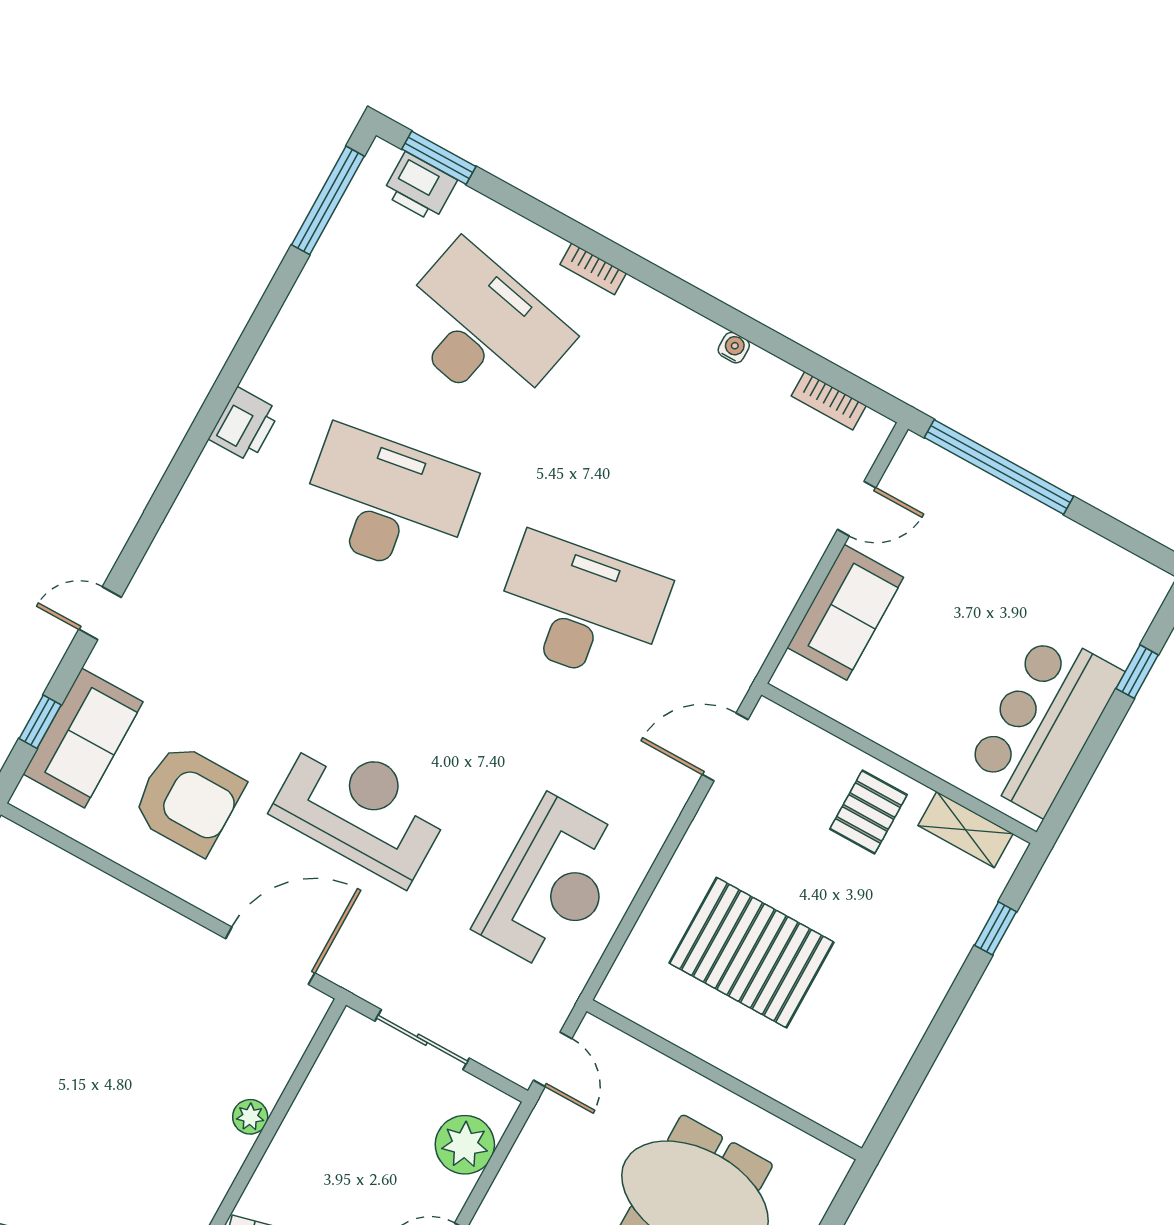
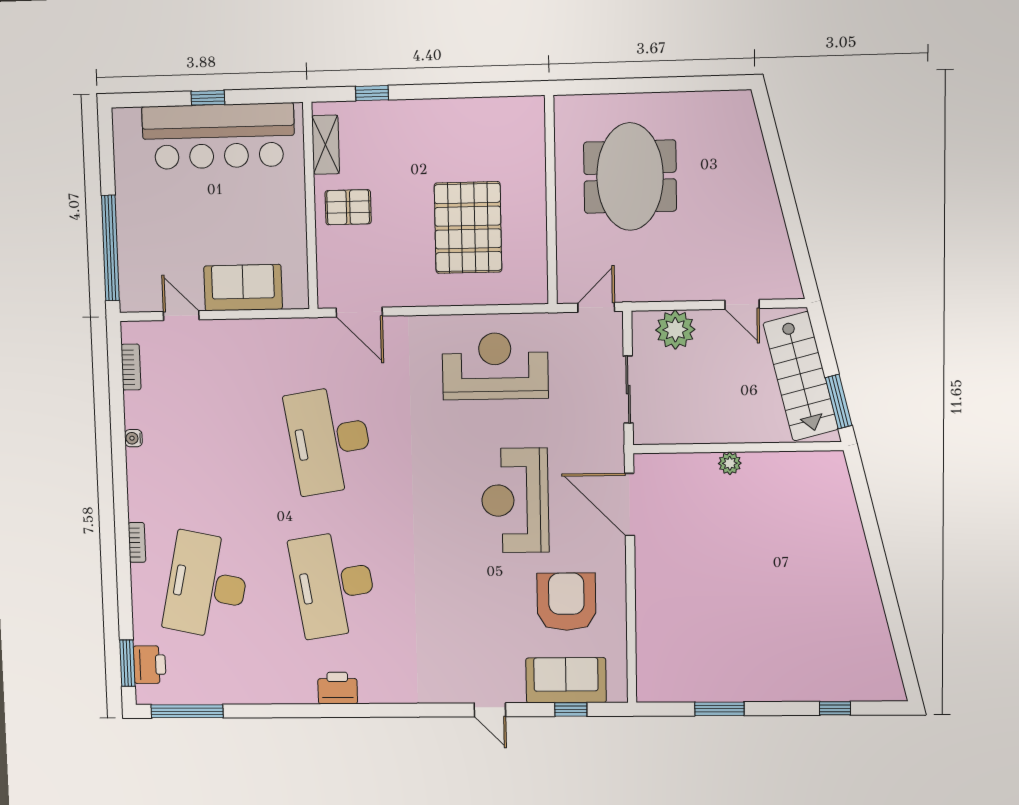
window: (1137, 672) -> (208, 98), moved
bar counter: (1044, 723) -> (218, 136), width x1.36

